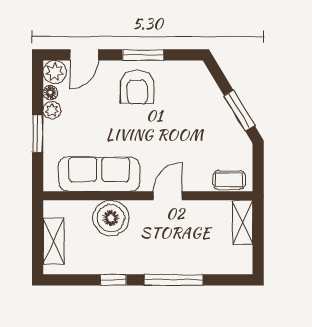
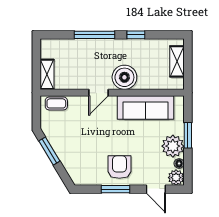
door: (84, 55) -> (156, 189), swing flipped
plant: (52, 110) -> (173, 146), width x1.88, depth x1.88
boiler: (111, 218) -> (124, 77), moved

